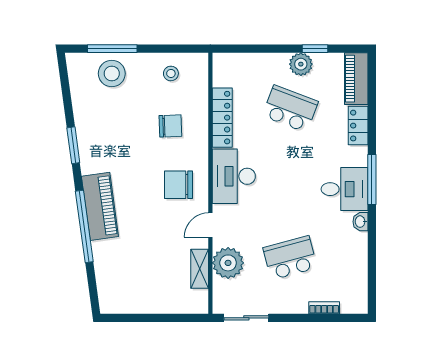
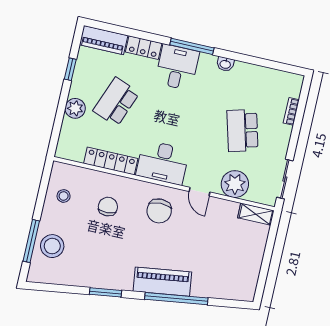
plant: (301, 64) -> (75, 108), moved
desk: (345, 189) -> (177, 67), moved
shelving: (200, 269) -> (256, 214), moved

